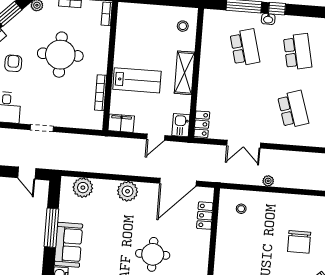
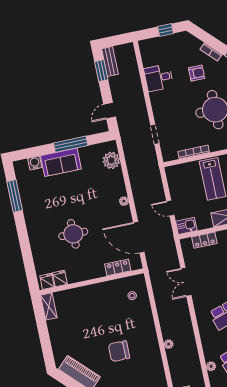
filing cabinet: (121, 123) -> (173, 176), removed
locker: (202, 124) -> (204, 240), moved
doorway: (42, 128) -> (155, 134), moved
plant: (268, 181) -> (169, 344), moved
plant: (128, 191) -> (124, 201), width x0.53, depth x0.53

